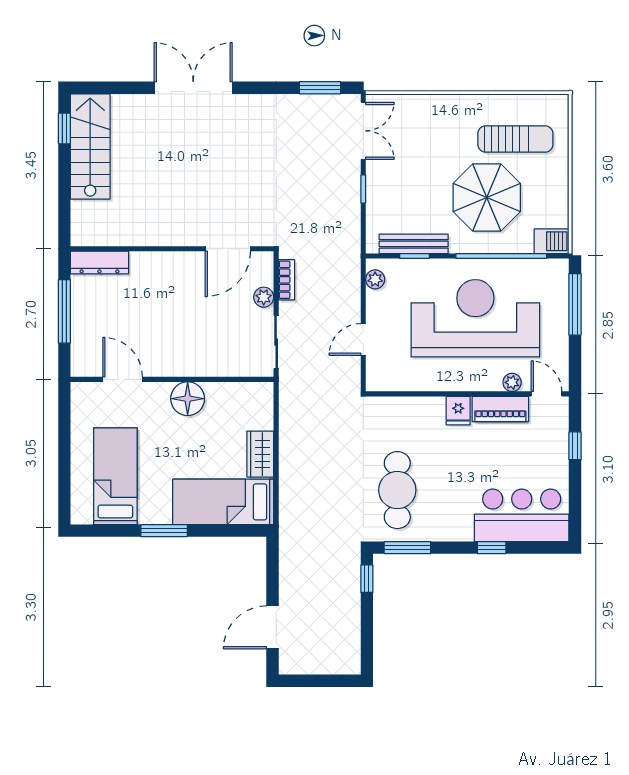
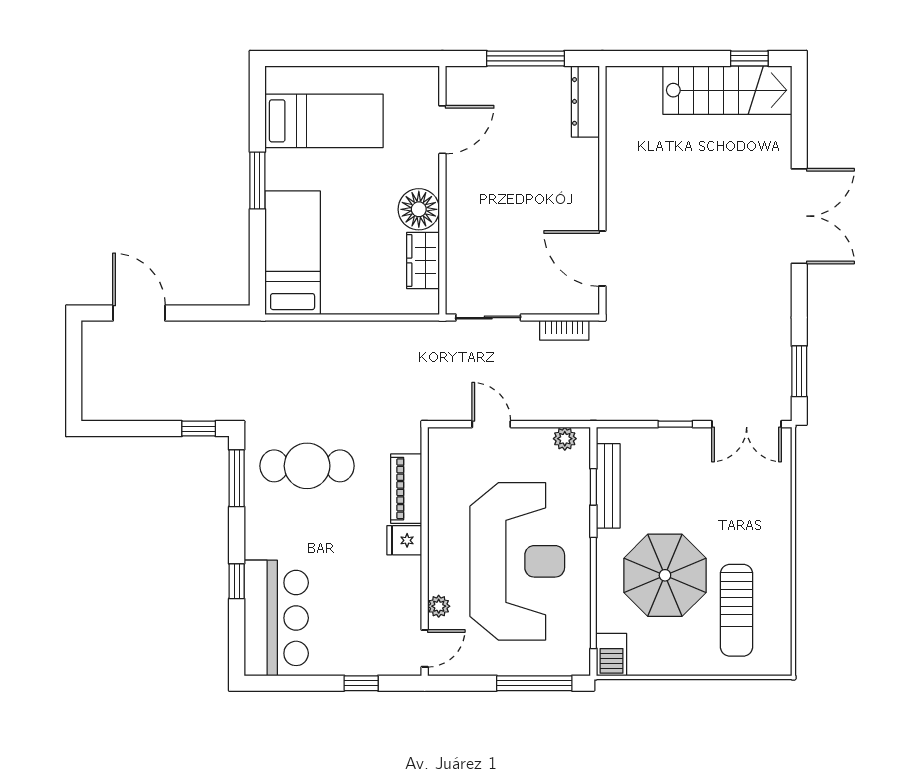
plant: (264, 297) -> (543, 302), removed
piano: (500, 409) -> (406, 489), moved
wardrobe: (260, 454) -> (423, 261), moved, turned -90

